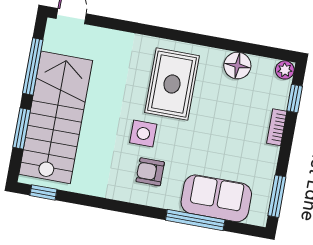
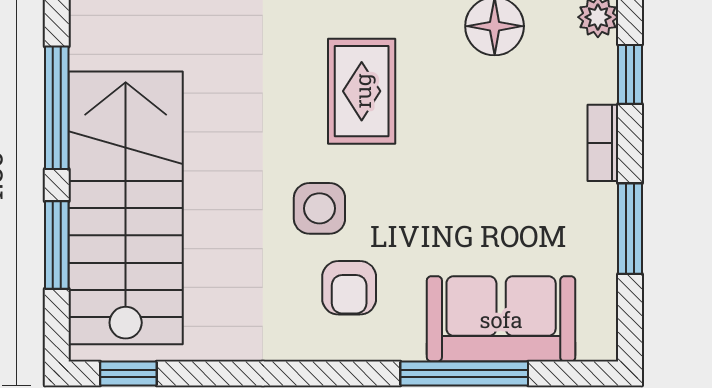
rug: (172, 84) -> (362, 91), width x0.73, depth x0.70
armchair: (150, 172) -> (349, 288), turned -90
window: (277, 196) -> (630, 229), moved

